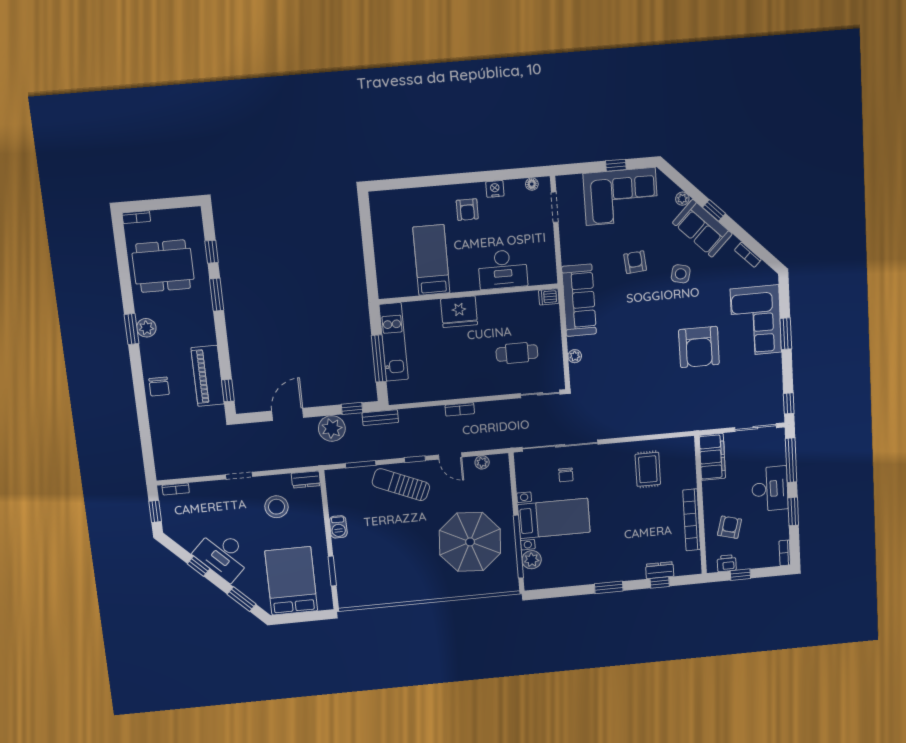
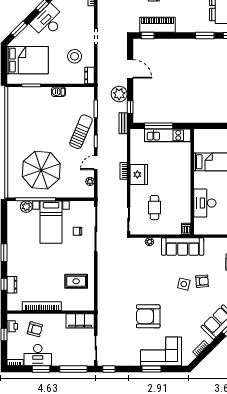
side table: (681, 274) -> (184, 284), moved
fridge: (459, 312) -> (139, 175), moved, turned 180
desk: (770, 489) -> (38, 355), moved

